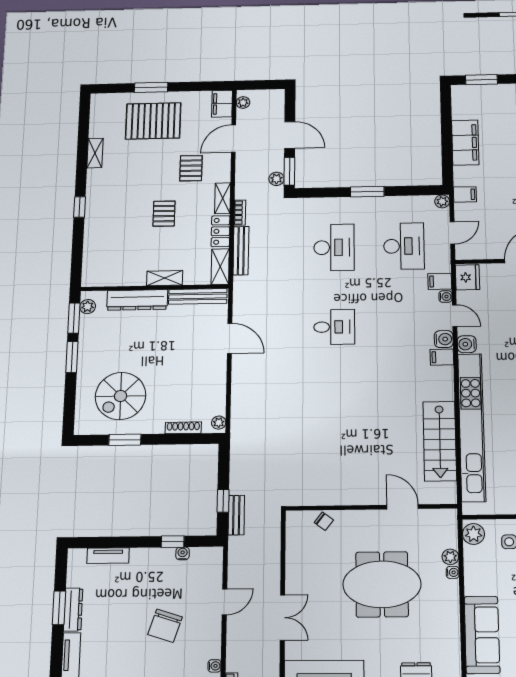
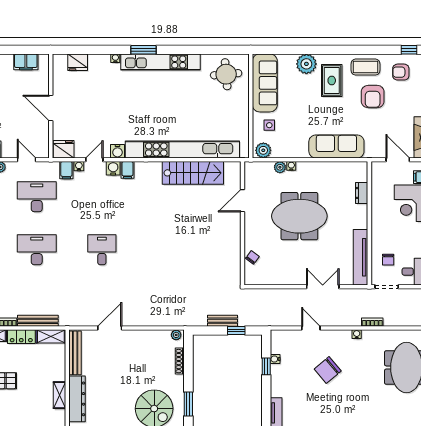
shelving: (165, 278) -> (59, 395), moved
bench: (236, 515) -> (223, 321), moved
meeting table: (382, 584) -> (299, 216), turned 90
chair: (165, 626) -> (328, 370), turned 122

